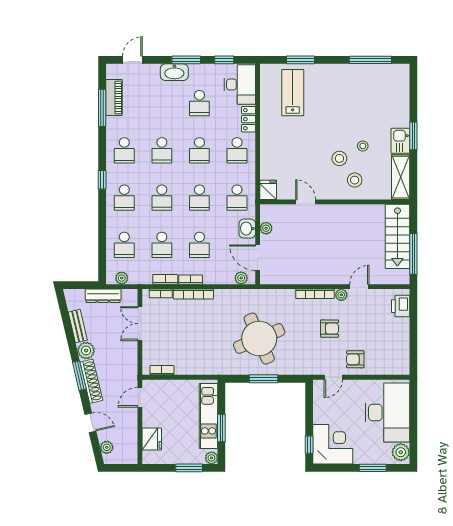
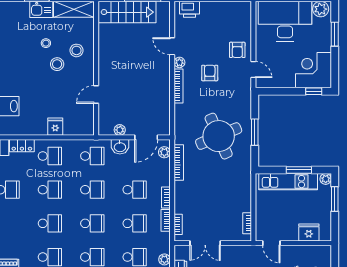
fridge: (268, 190) -> (55, 127), moved, turned 90
bookcase: (193, 294) -> (179, 162), moved

